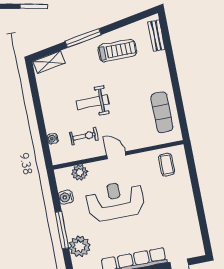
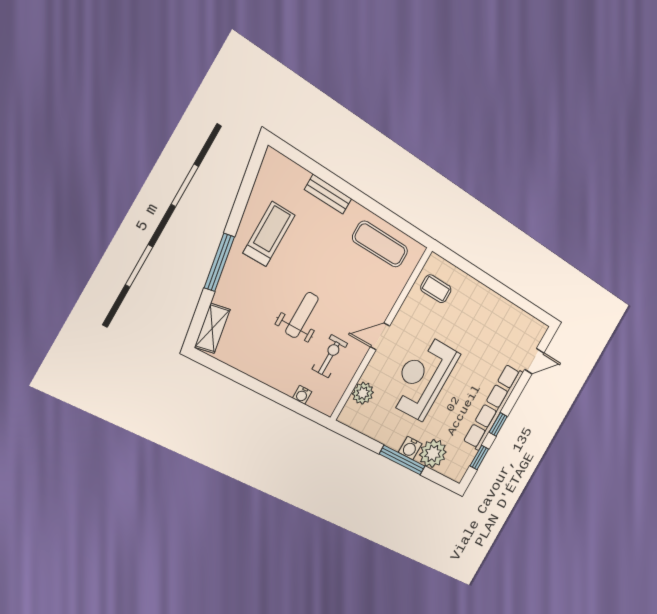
bench: (156, 36) -> (328, 194), moved
weight bench: (92, 102) -> (302, 315), turned 180
water cooler: (66, 197) -> (410, 448), moved

